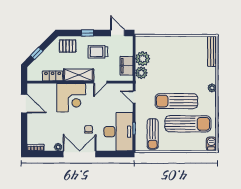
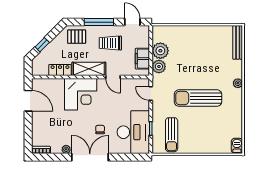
window: (88, 33) -> (99, 22), width x2.17
door: (100, 82) -> (113, 77), hinge flipped
sun lounger: (188, 124) -> (211, 123), removed

